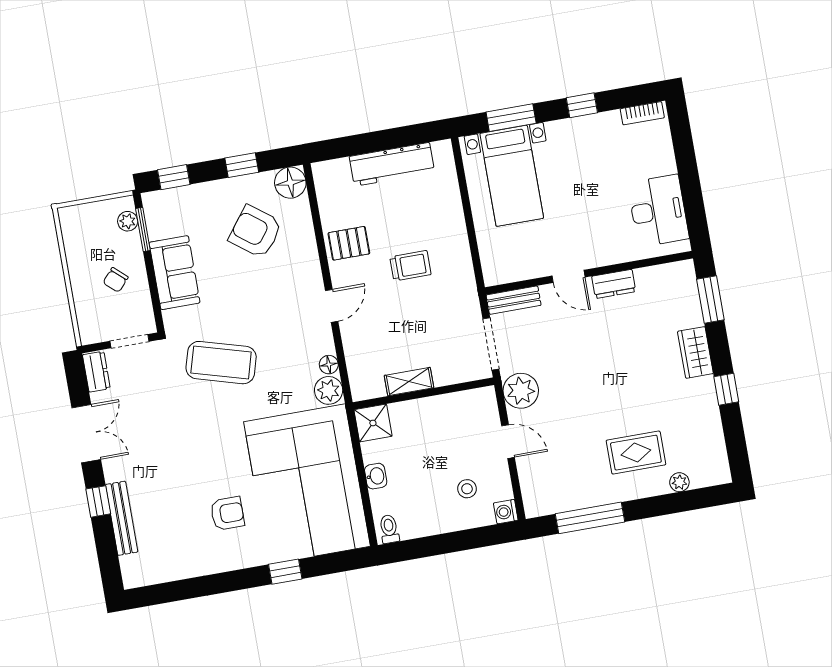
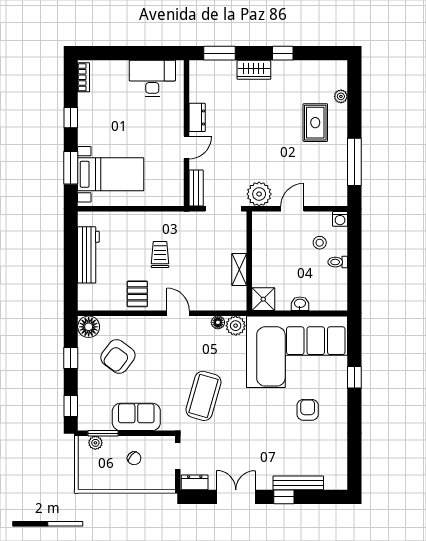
toilet: (389, 529) -> (338, 262), moved

